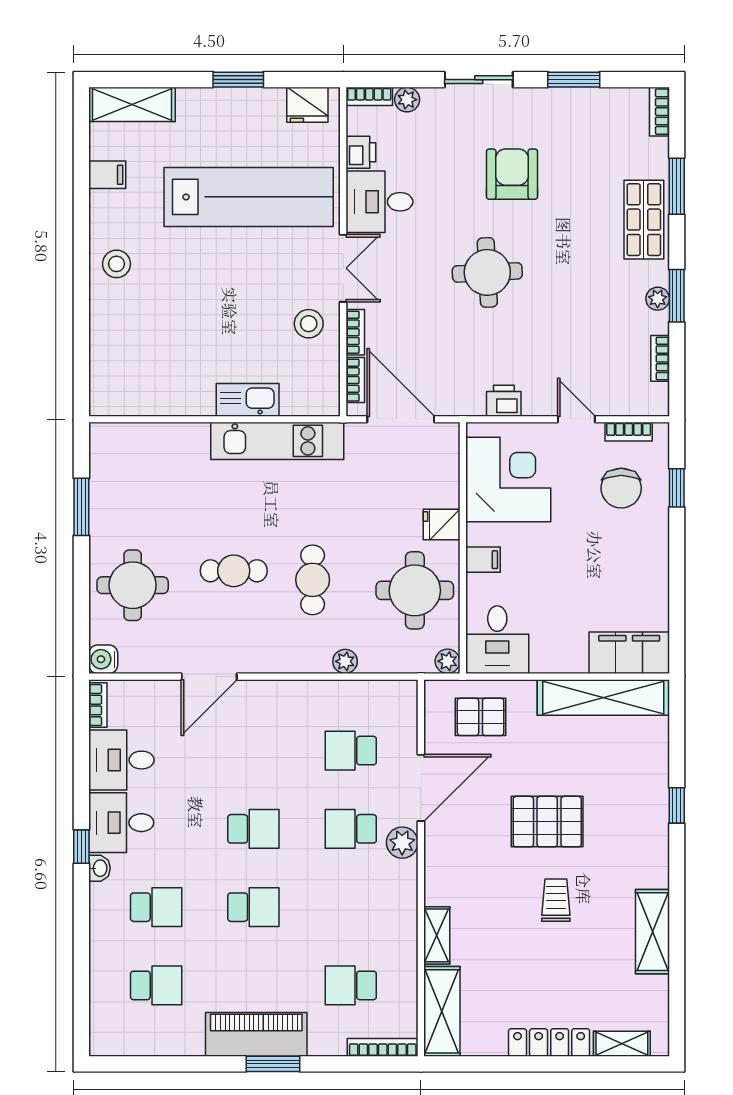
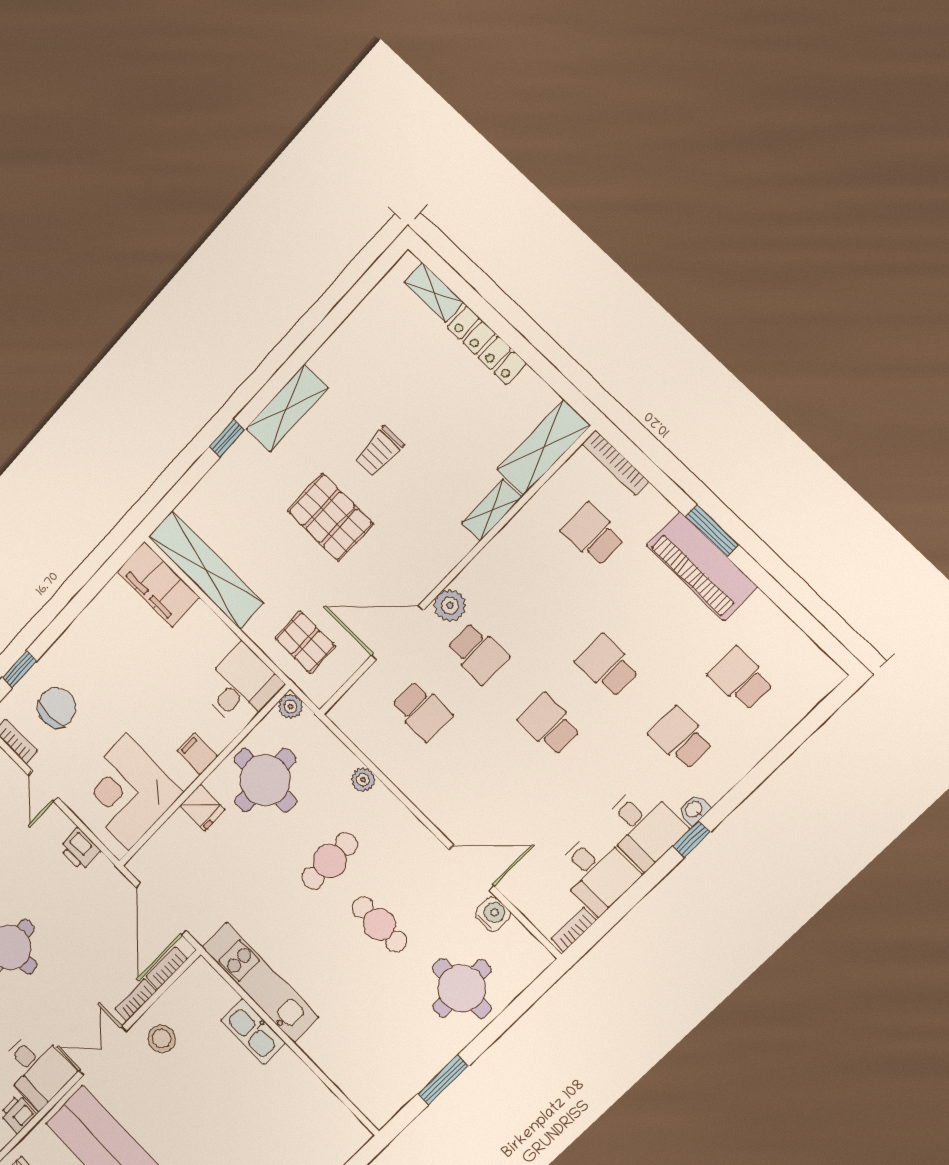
water cooler: (103, 659) -> (493, 914), moved, turned -90
shelving: (652, 932) -> (287, 408), moved
school desk: (351, 985) -> (593, 534), turned 180

